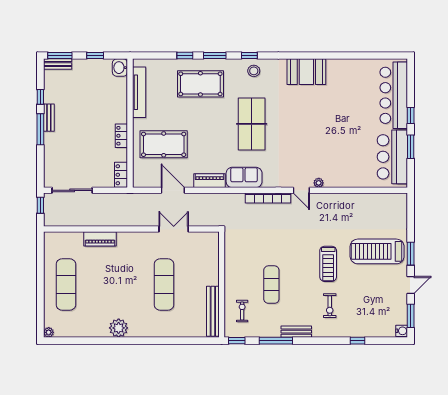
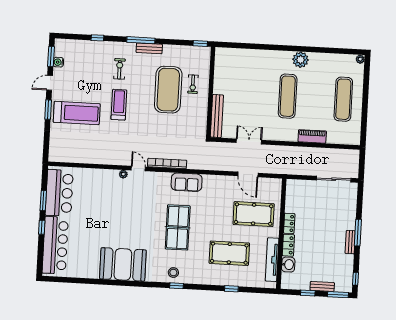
window: (215, 56) -> (206, 287), removed
bench: (58, 64) -> (322, 286), moved
washbasin: (120, 68) -> (288, 265), moved
booth: (306, 72) -> (123, 264), width x1.36, depth x1.42
pool table: (200, 84) -> (229, 253), moved
window: (40, 97) -> (355, 279), moved
locker: (121, 175) -> (288, 245), moved
piano: (210, 181) -> (216, 181), removed
window: (40, 205) -> (361, 168), removed
double door: (174, 229) -> (249, 141), swing flipped
exercise mat: (164, 284) -> (288, 96), moved
exercise mat: (271, 285) -> (168, 90), width x2.00, depth x1.45
bench: (213, 311) -> (217, 116), moved
exercise bike: (242, 311) -> (193, 84), moved
water cooler: (402, 331) -> (58, 62), moved
window: (276, 341) -> (141, 40), moved

